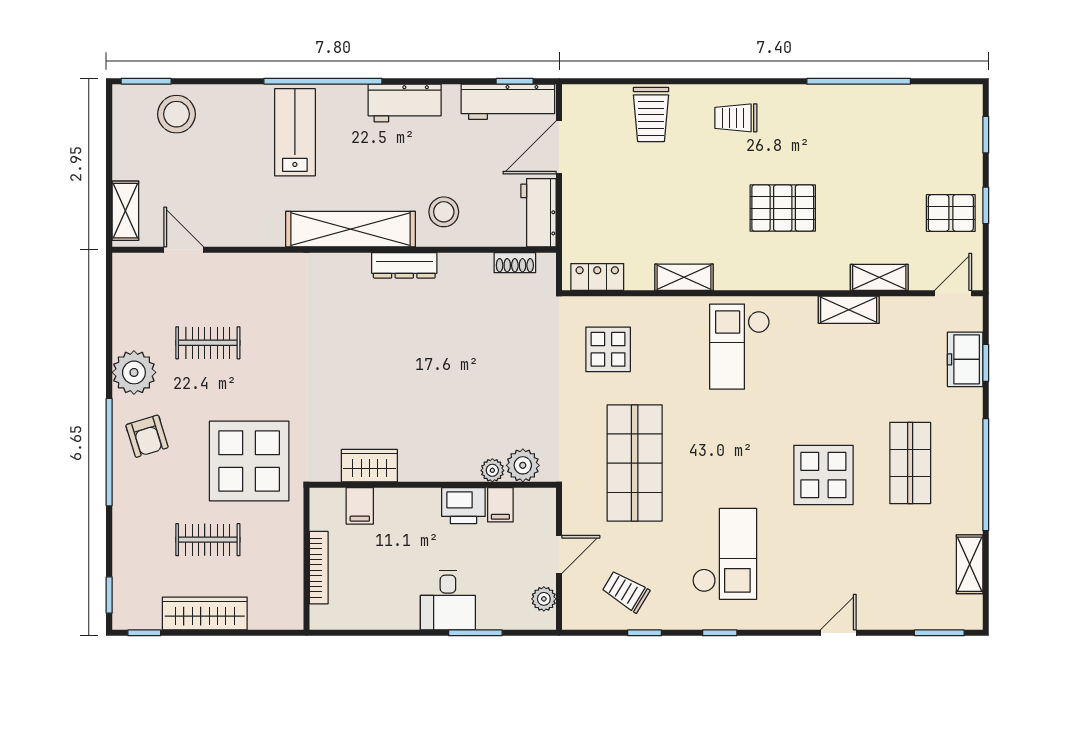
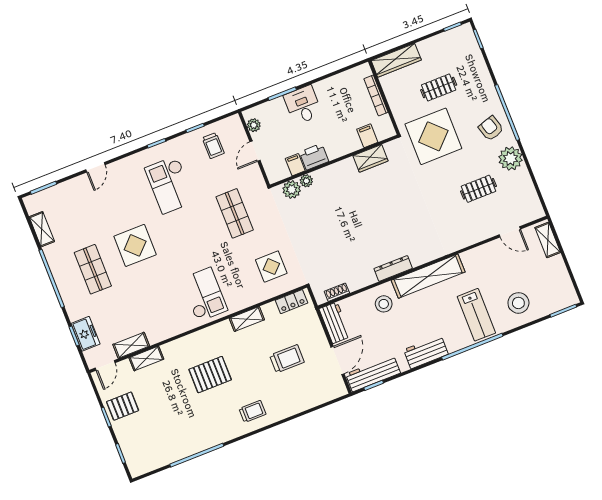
stool: (176, 114) -> (518, 303), moved
trolley: (651, 115) -> (287, 359), moved, turned 90
shelving: (849, 310) -> (131, 345), moved
shop shelf: (635, 463) -> (235, 213), width x0.70, depth x0.74
trolley: (626, 591) -> (213, 146), turned 59
wardrobe: (205, 614) -> (396, 60), moved

